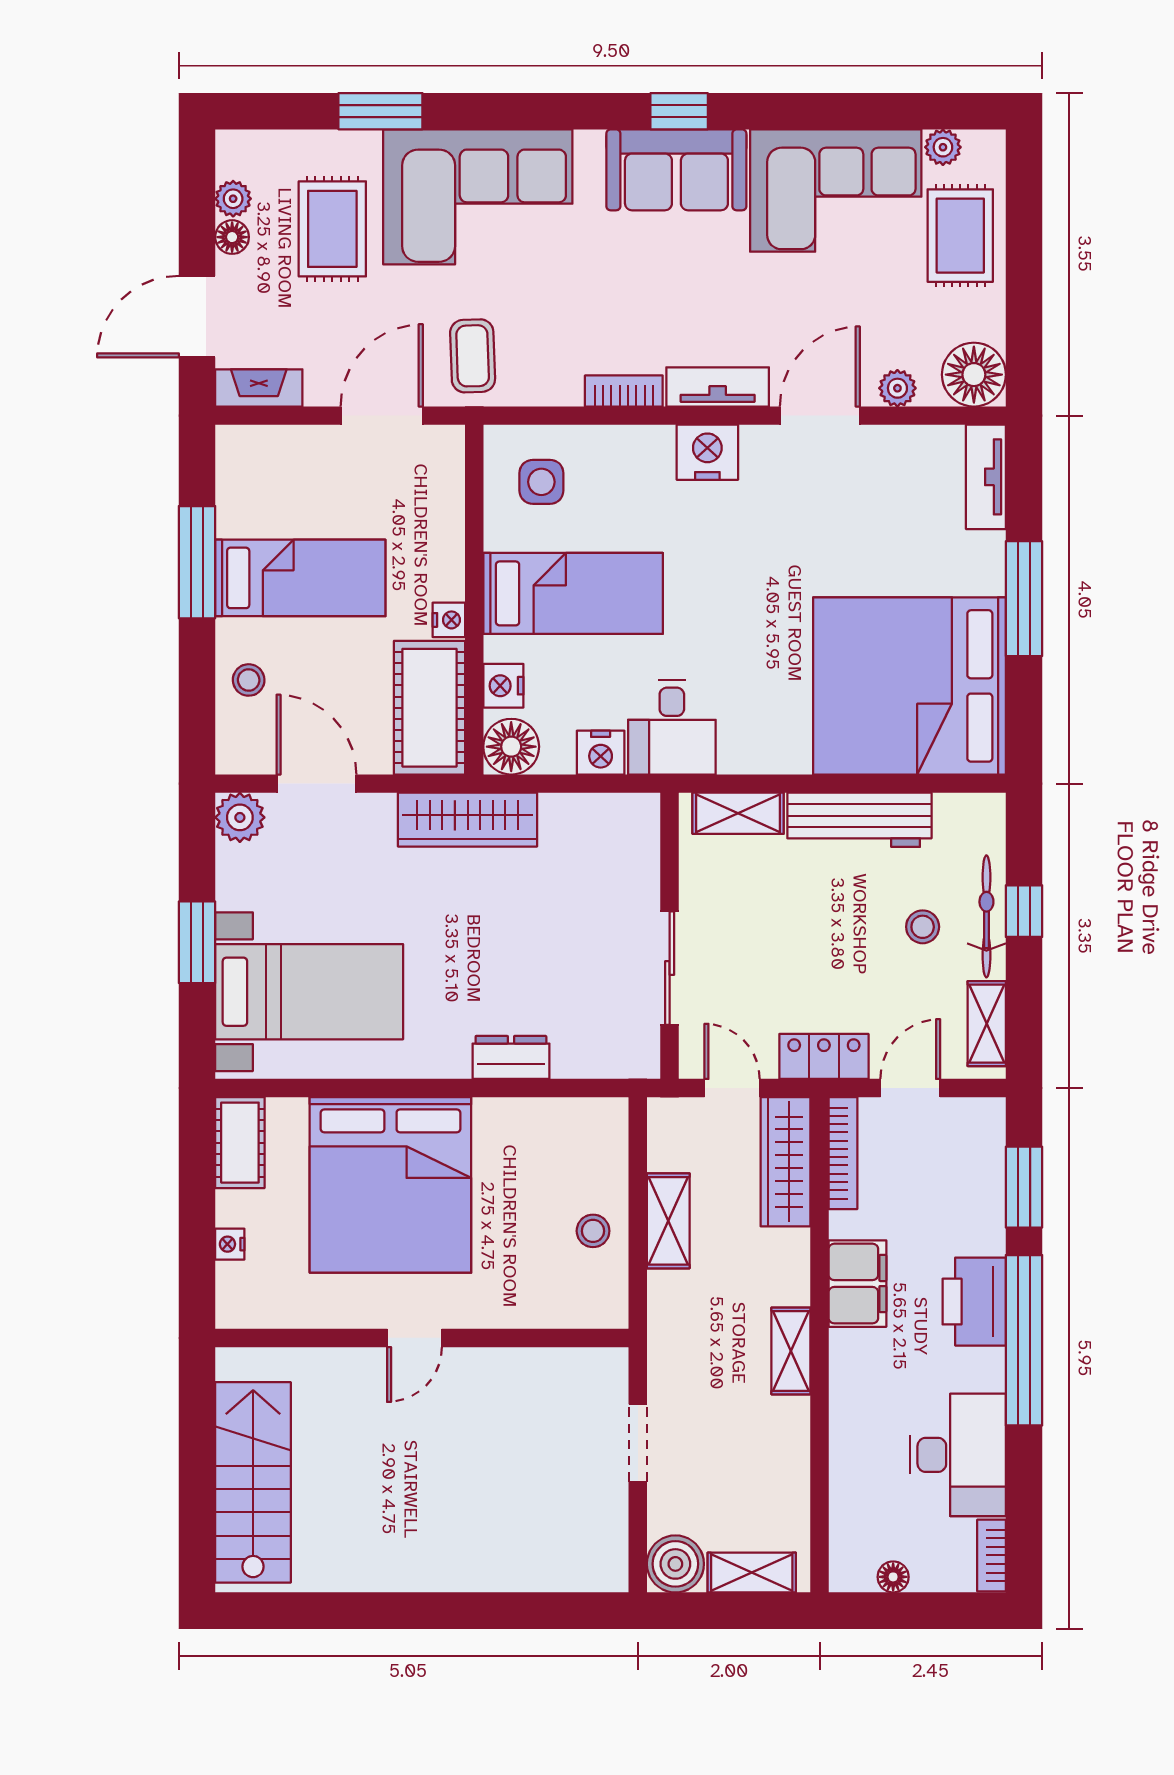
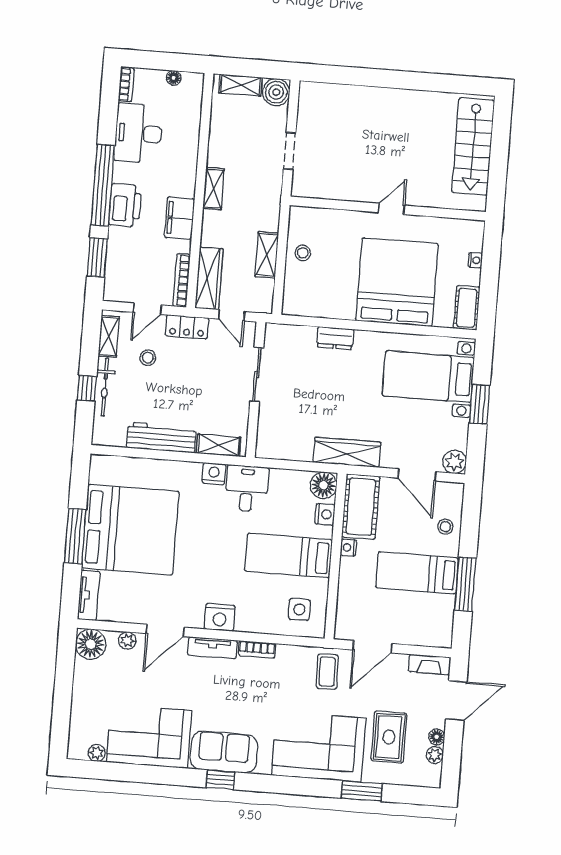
rug: (960, 236) -> (92, 710), removed
bed: (909, 686) -> (130, 530), moved
nightstand: (601, 753) -> (214, 474), moved
stool: (923, 927) -> (148, 358), moved

